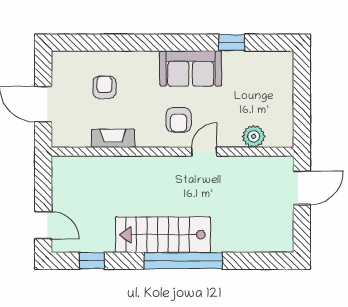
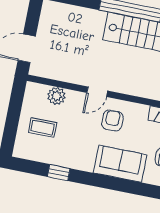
sofa: (191, 69) -> (120, 164), moved
coffee table: (263, 94) -> (43, 127), added

